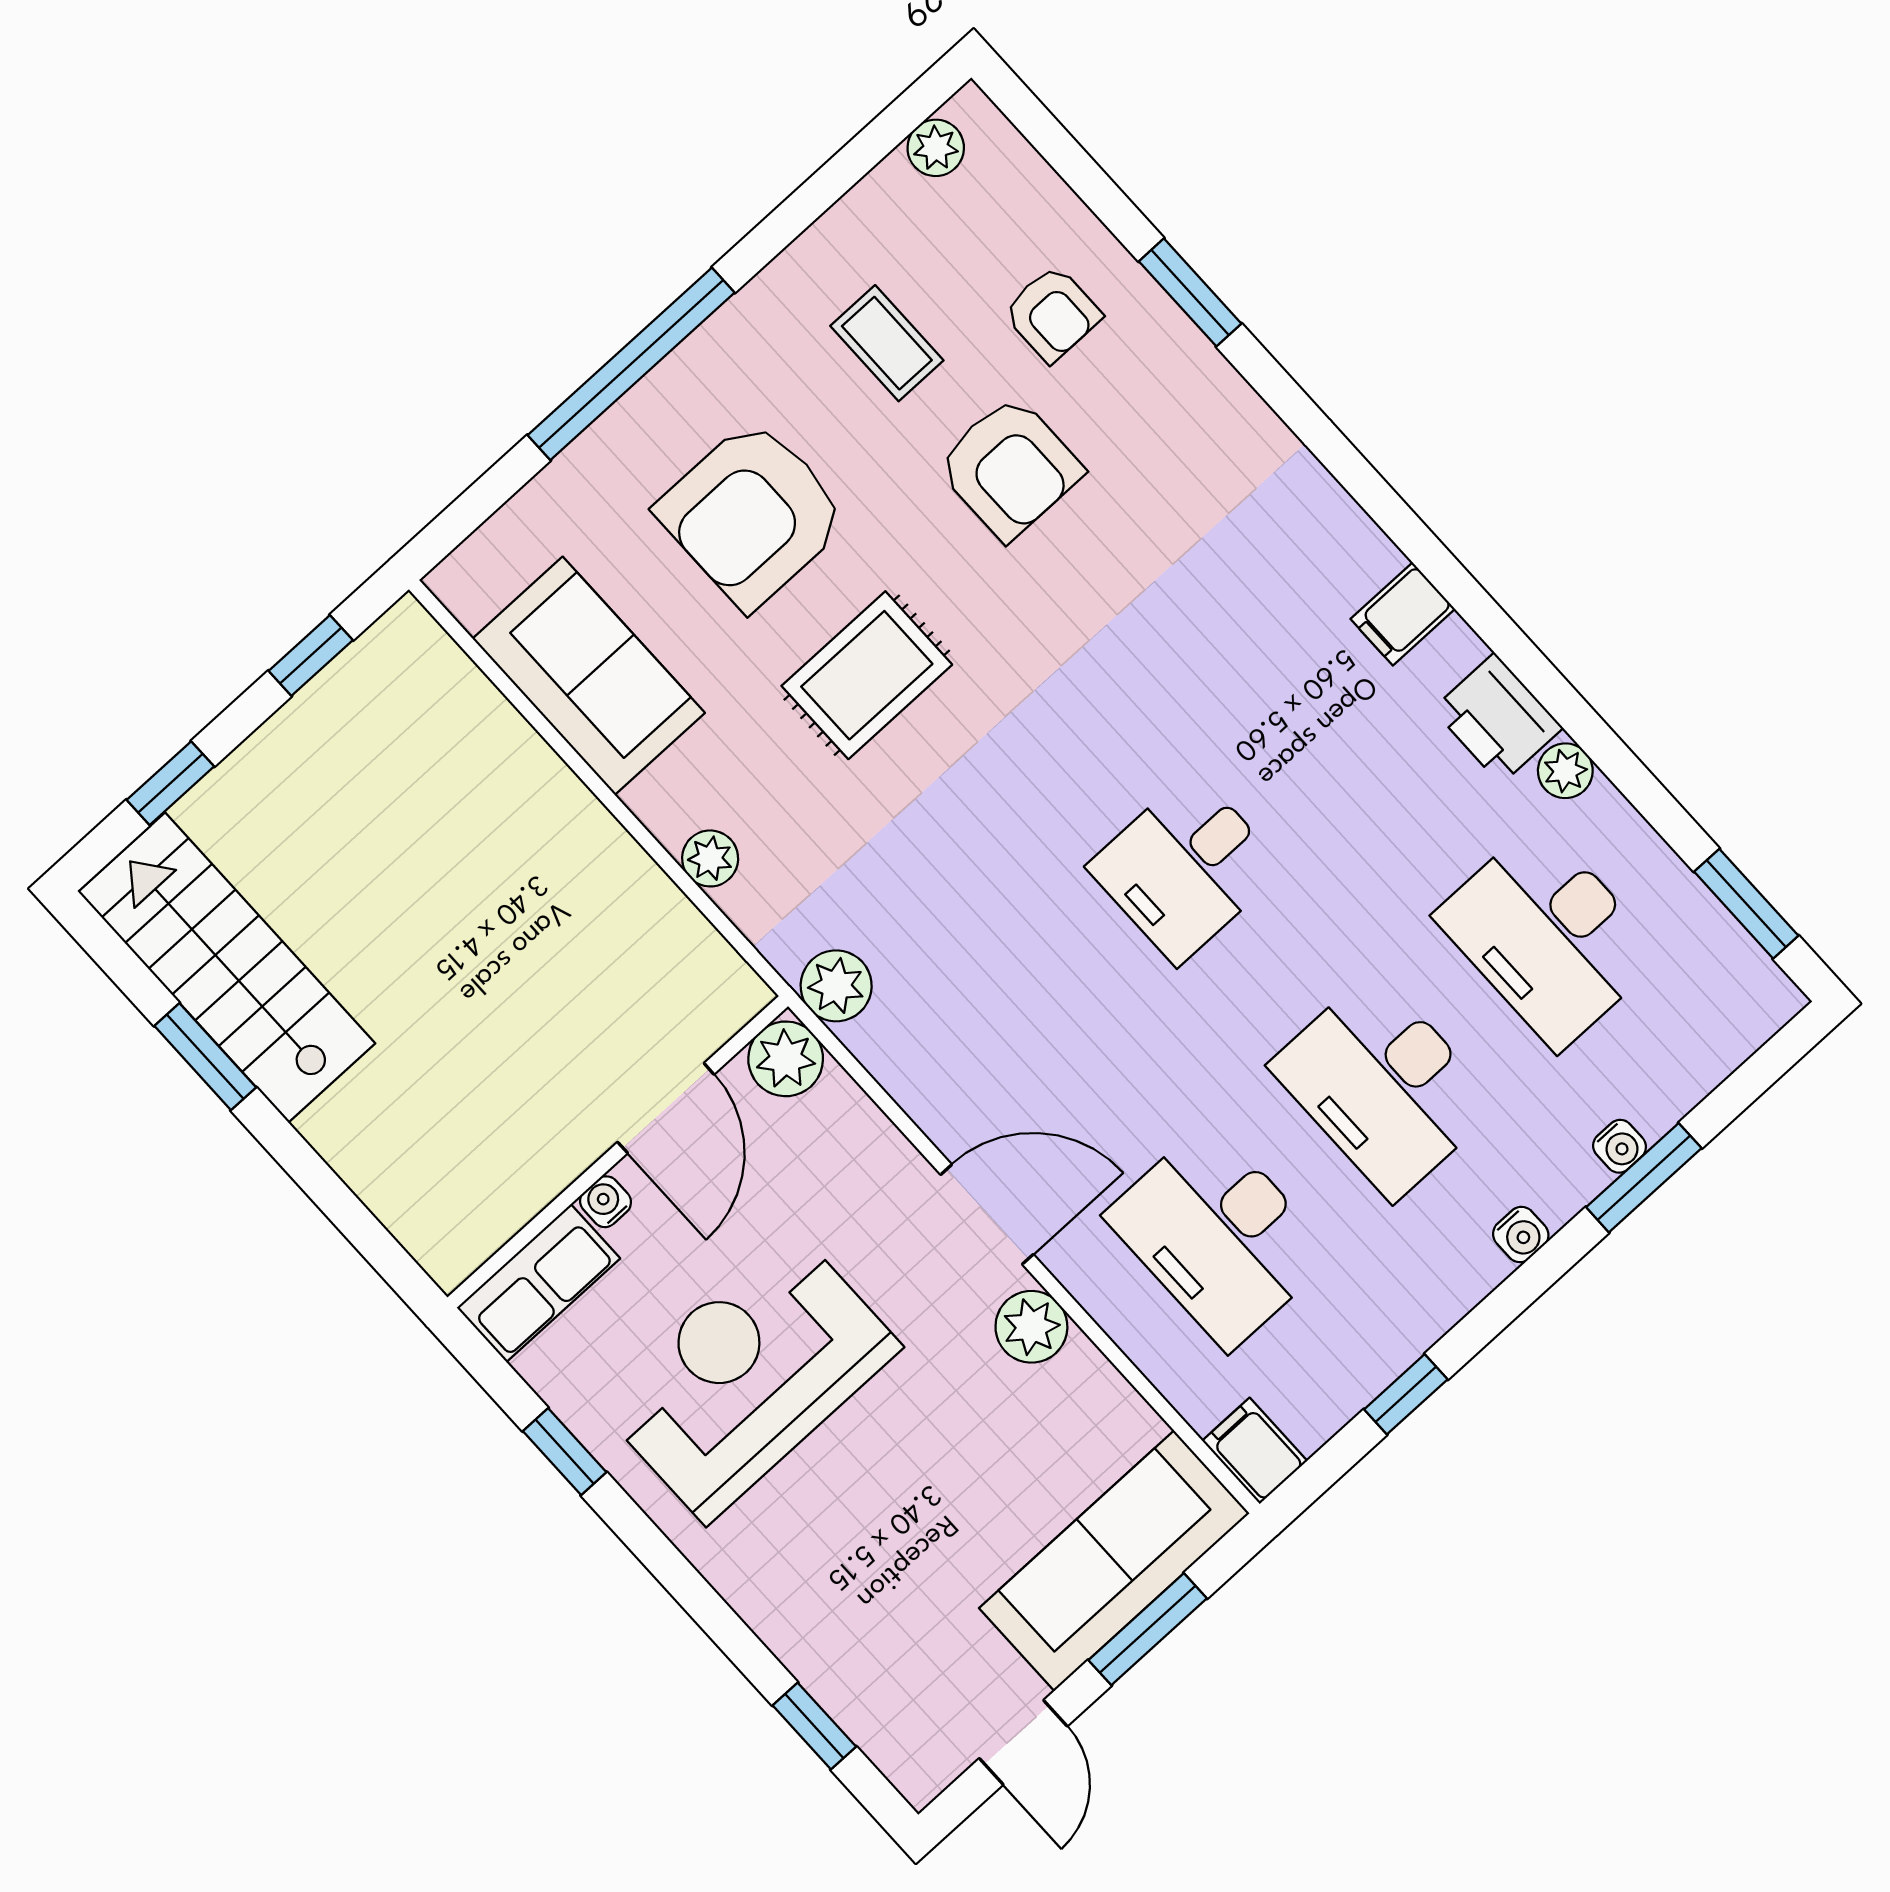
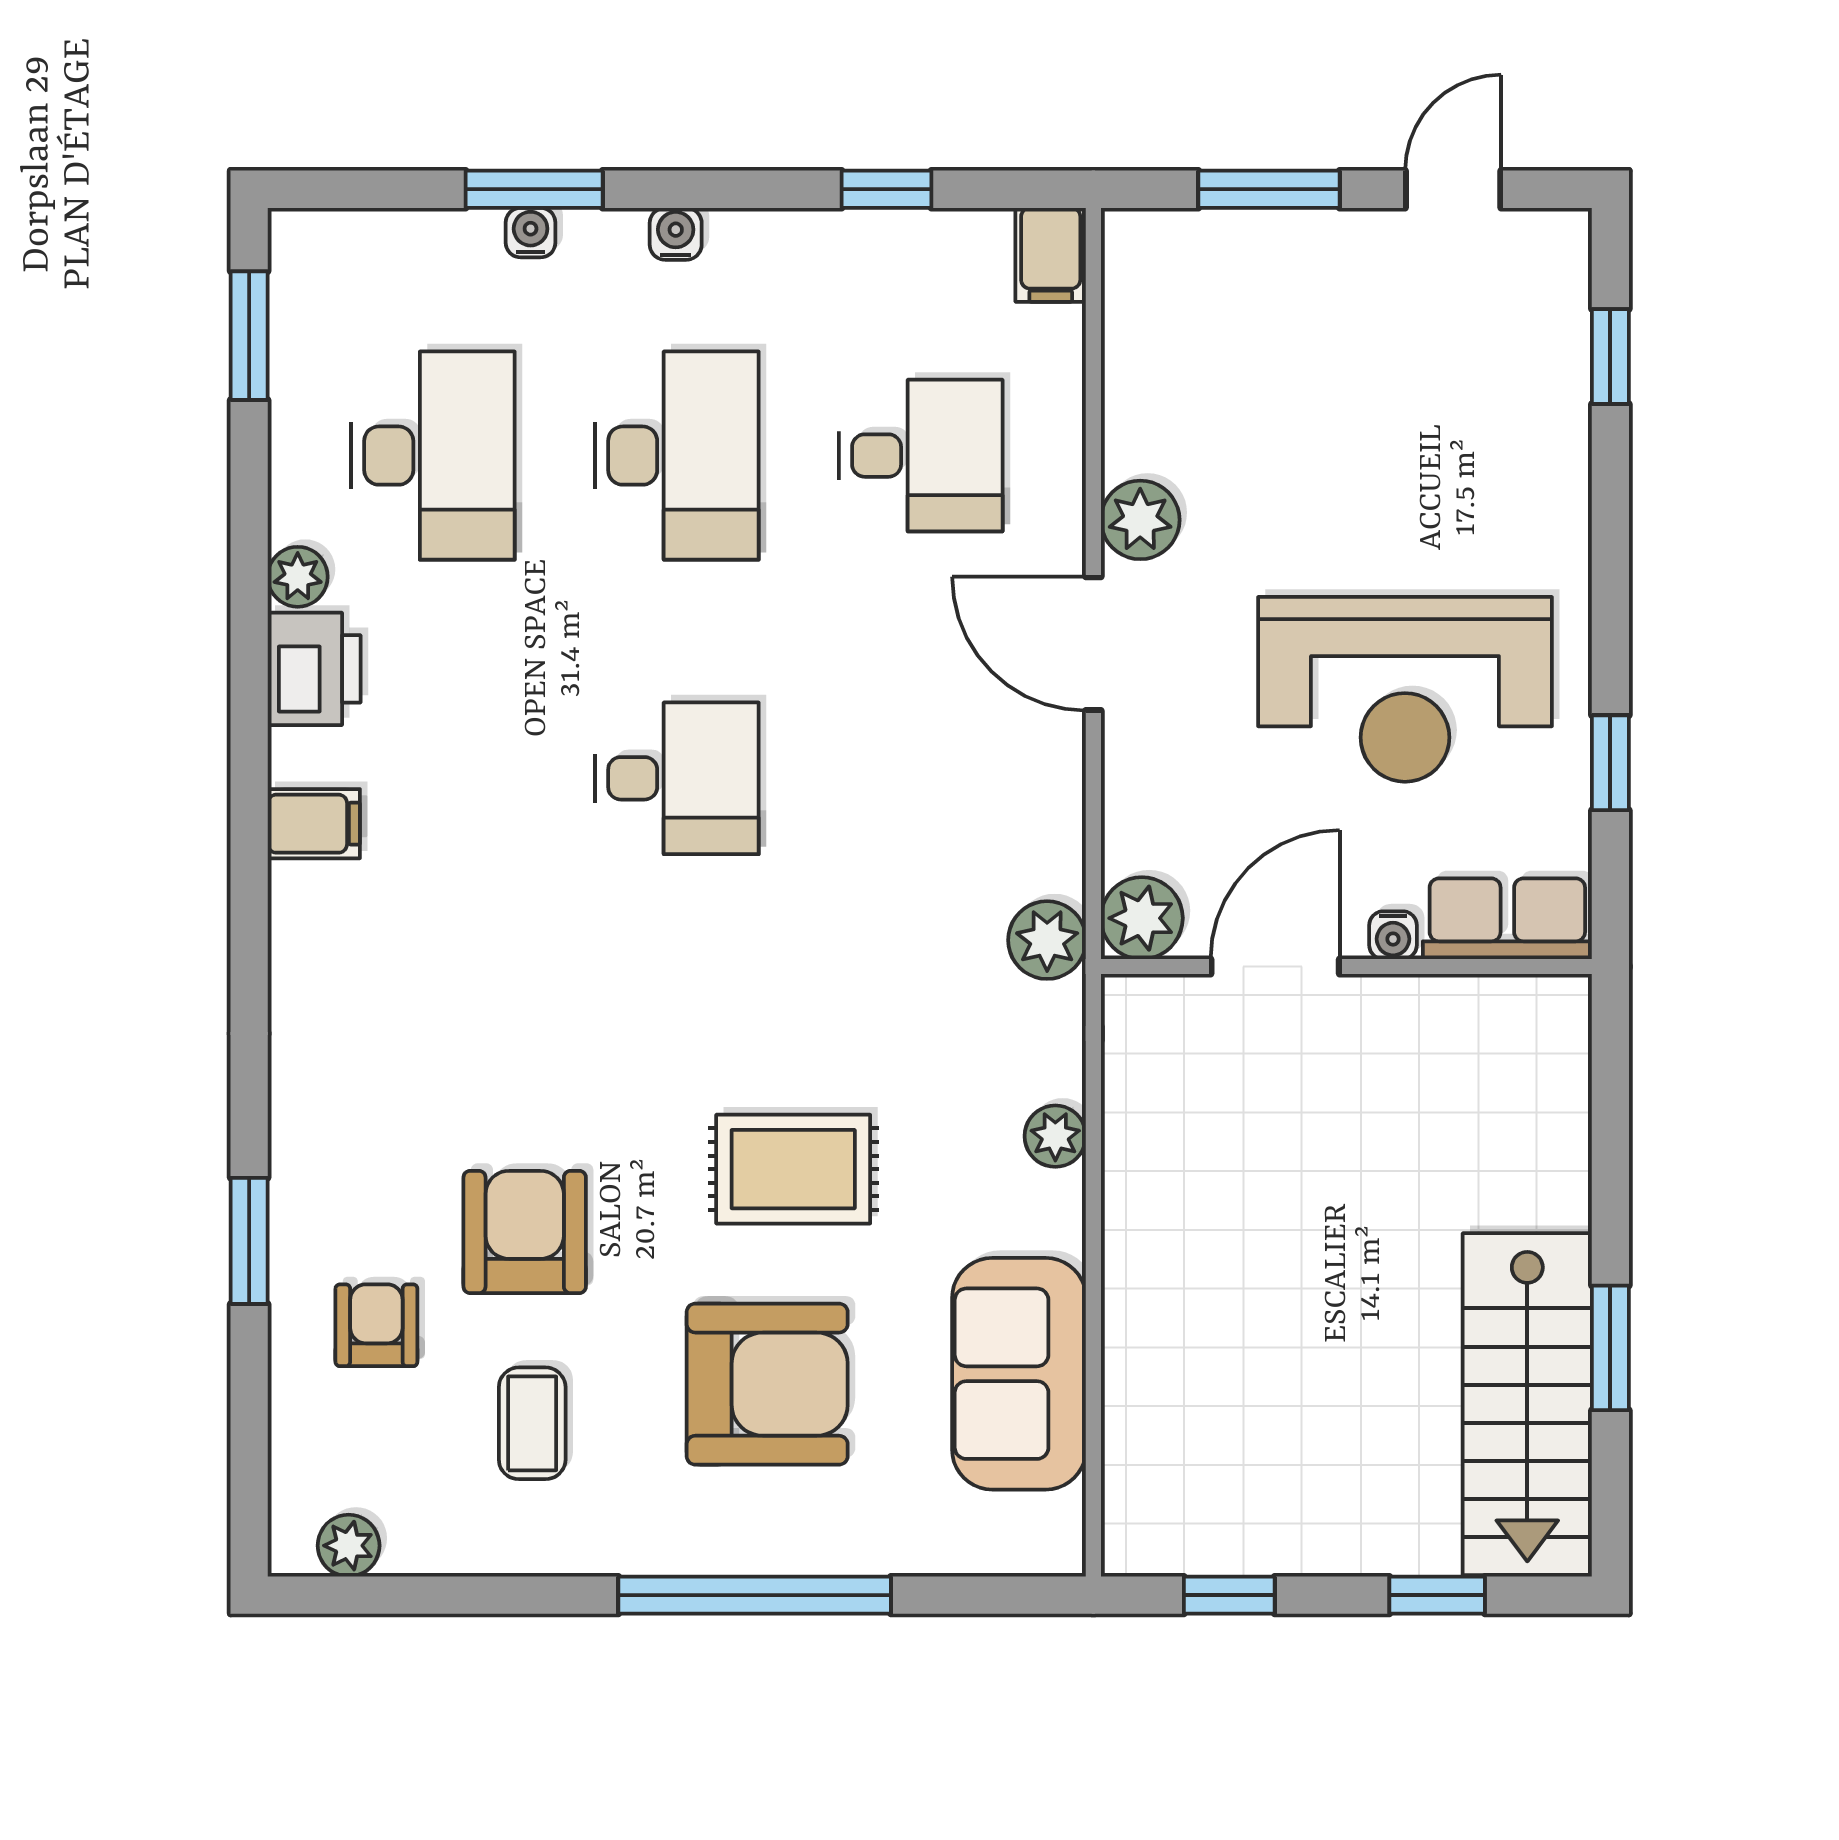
desk: (1219, 1235) -> (921, 456), width x0.73
sofa: (1114, 1561) -> (1246, 269), removed

